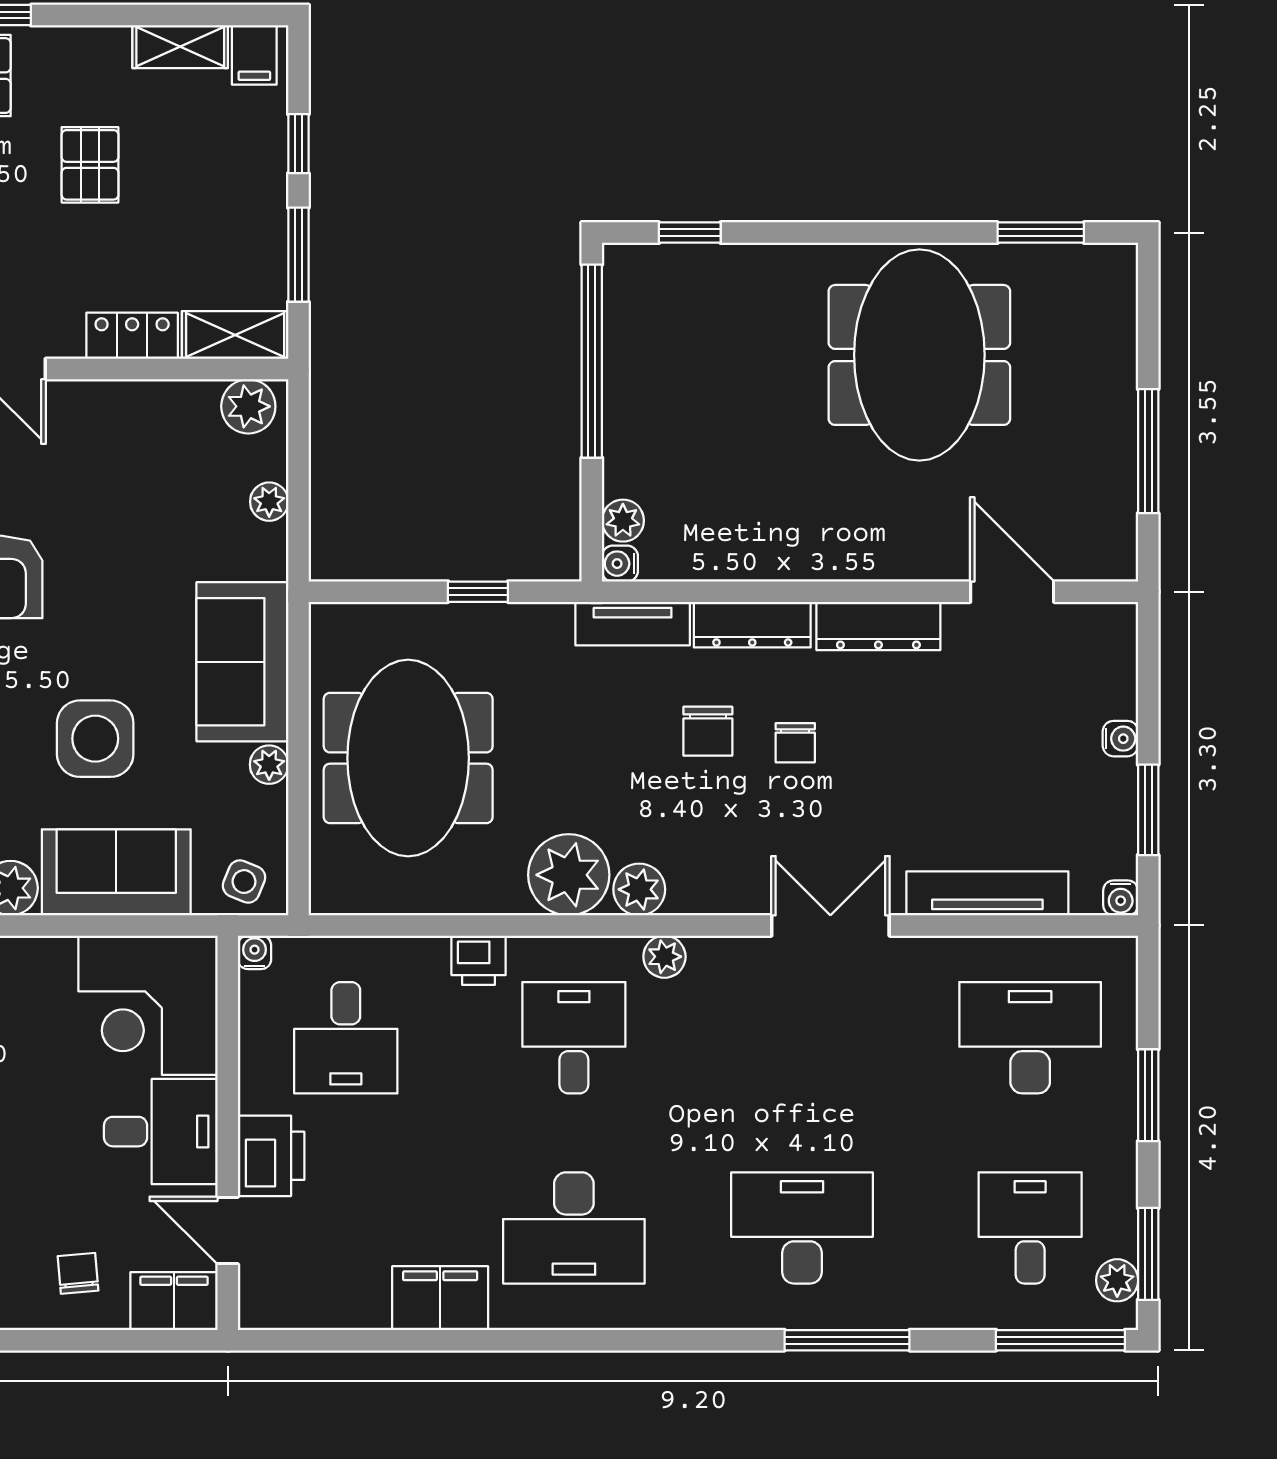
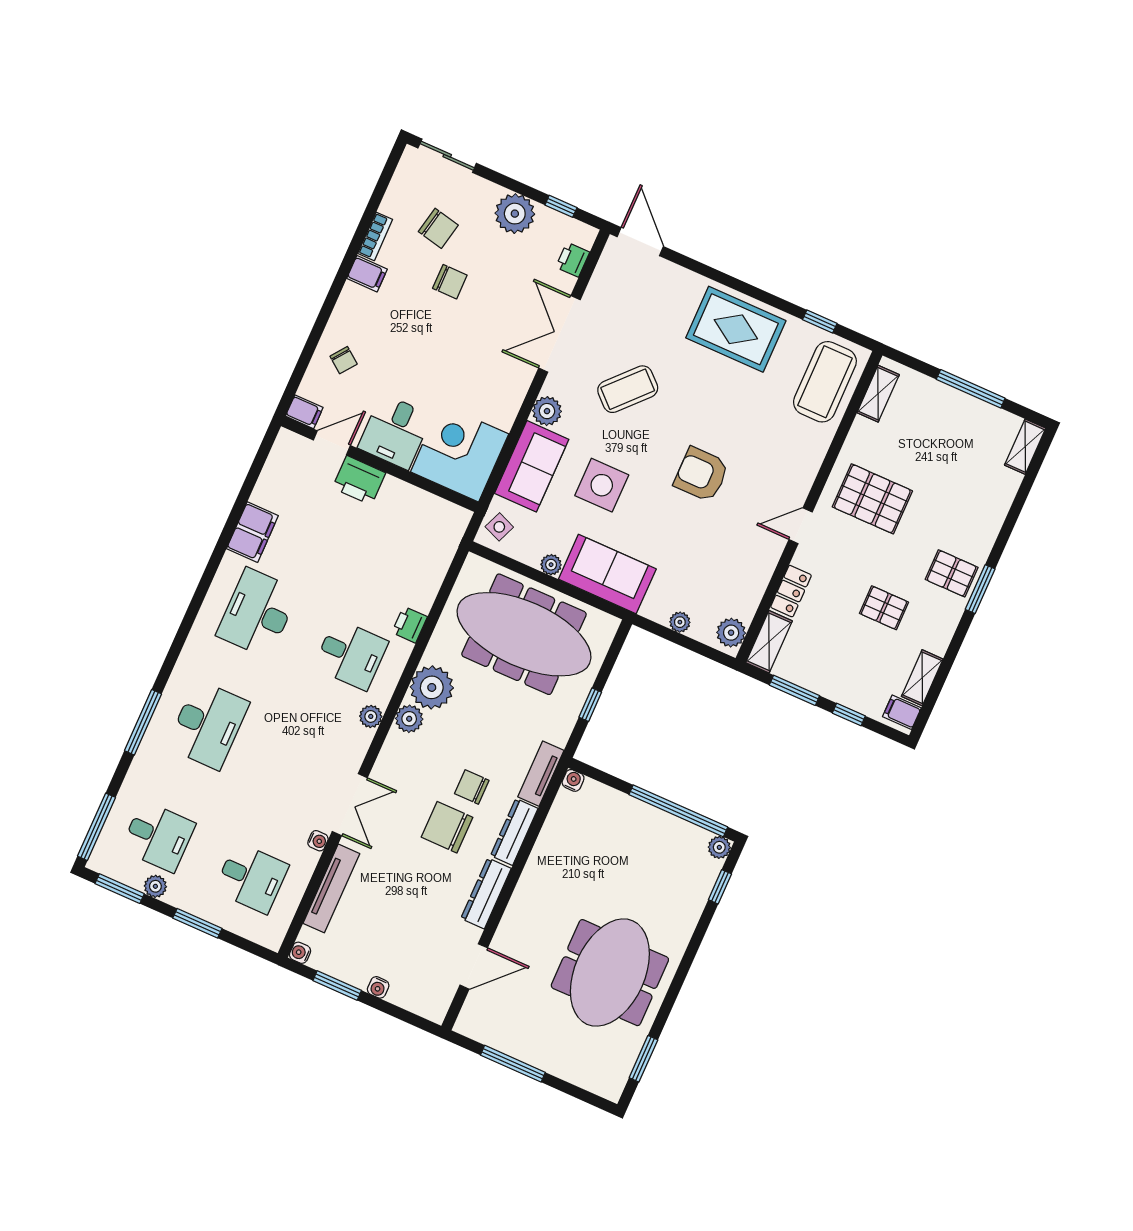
meeting table: (919, 355) -> (610, 973), turned 90
plant: (623, 521) -> (719, 847), moved
chair: (795, 743) -> (447, 827), width x1.87, depth x1.87
meeting table: (408, 758) -> (524, 634), width x1.36
water cooler: (255, 952) -> (318, 841), moved
desk: (346, 1038) -> (401, 543), removed
desk: (1030, 1038) -> (251, 878), width x0.73
chair: (78, 1273) -> (344, 360), turned 42
plant: (1117, 1280) -> (155, 886), moved
filing cabinet: (174, 1301) -> (304, 412), width x0.50

